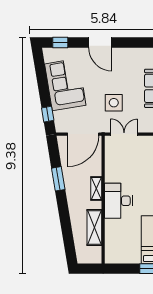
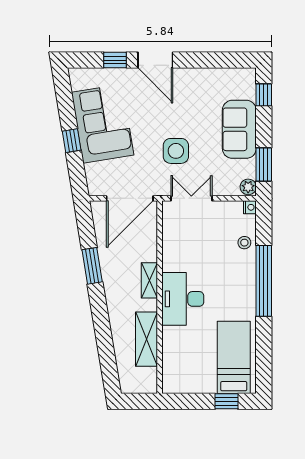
window: (60, 42) -> (115, 60), moved
window: (48, 114) -> (72, 141), moved

